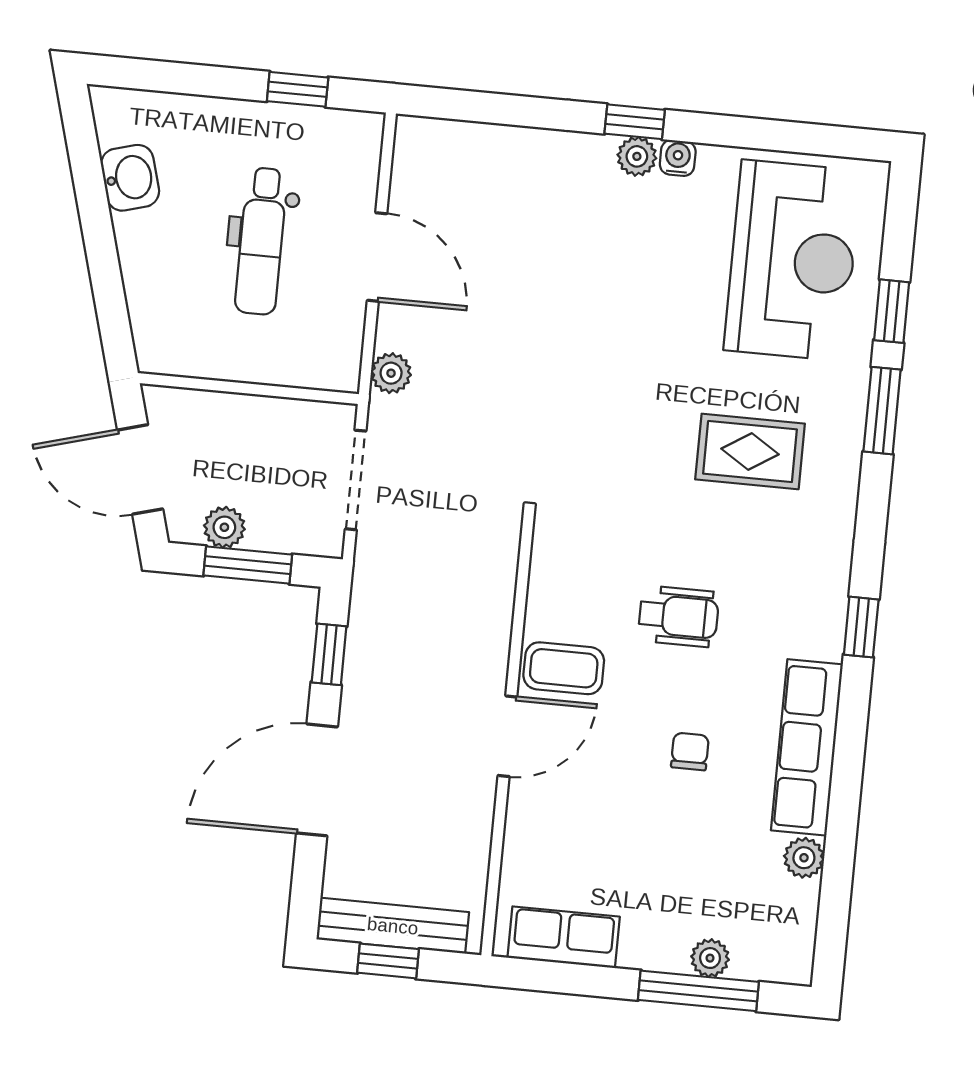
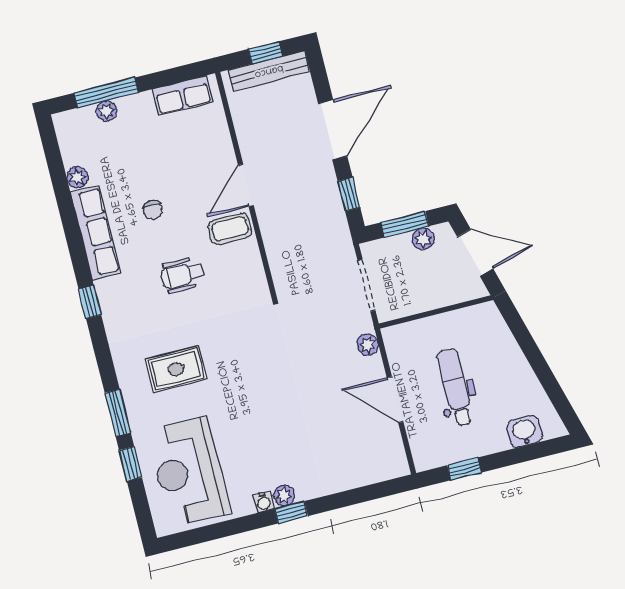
washbasin: (130, 178) -> (524, 431), moved, turned 106

